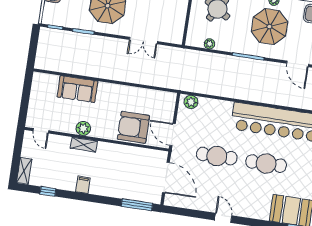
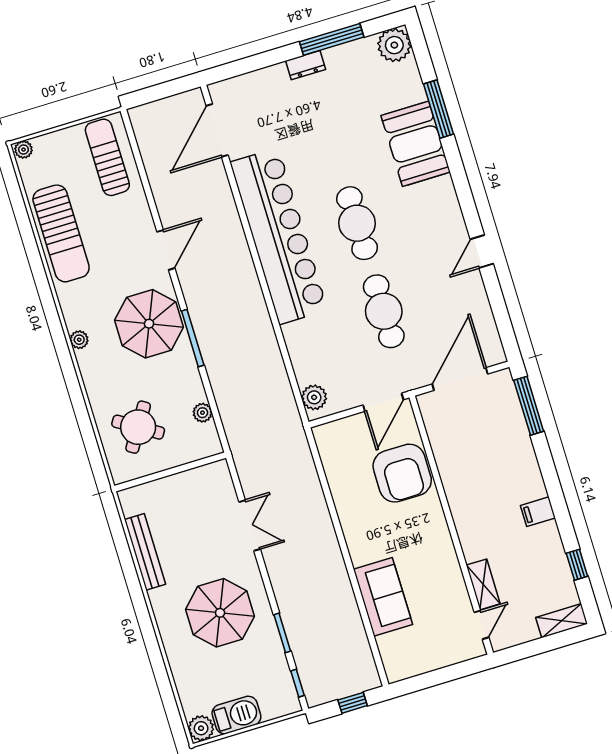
parasol: (269, 27) -> (149, 324), moved
window: (33, 50) -> (353, 703), added
plant: (83, 128) -> (444, 556), removed
shelving: (84, 145) -> (483, 584), moved

